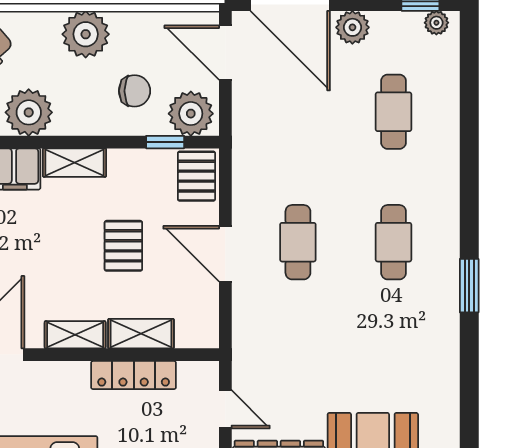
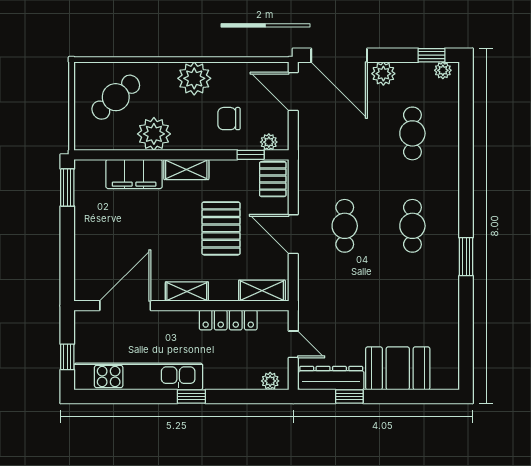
chair: (135, 91) -> (229, 119), turned 180
plant: (191, 114) -> (269, 142), width x0.53, depth x0.53
pallet: (123, 246) -> (221, 228), width x1.50, depth x1.42
shelving: (141, 334) -> (262, 291), moved

